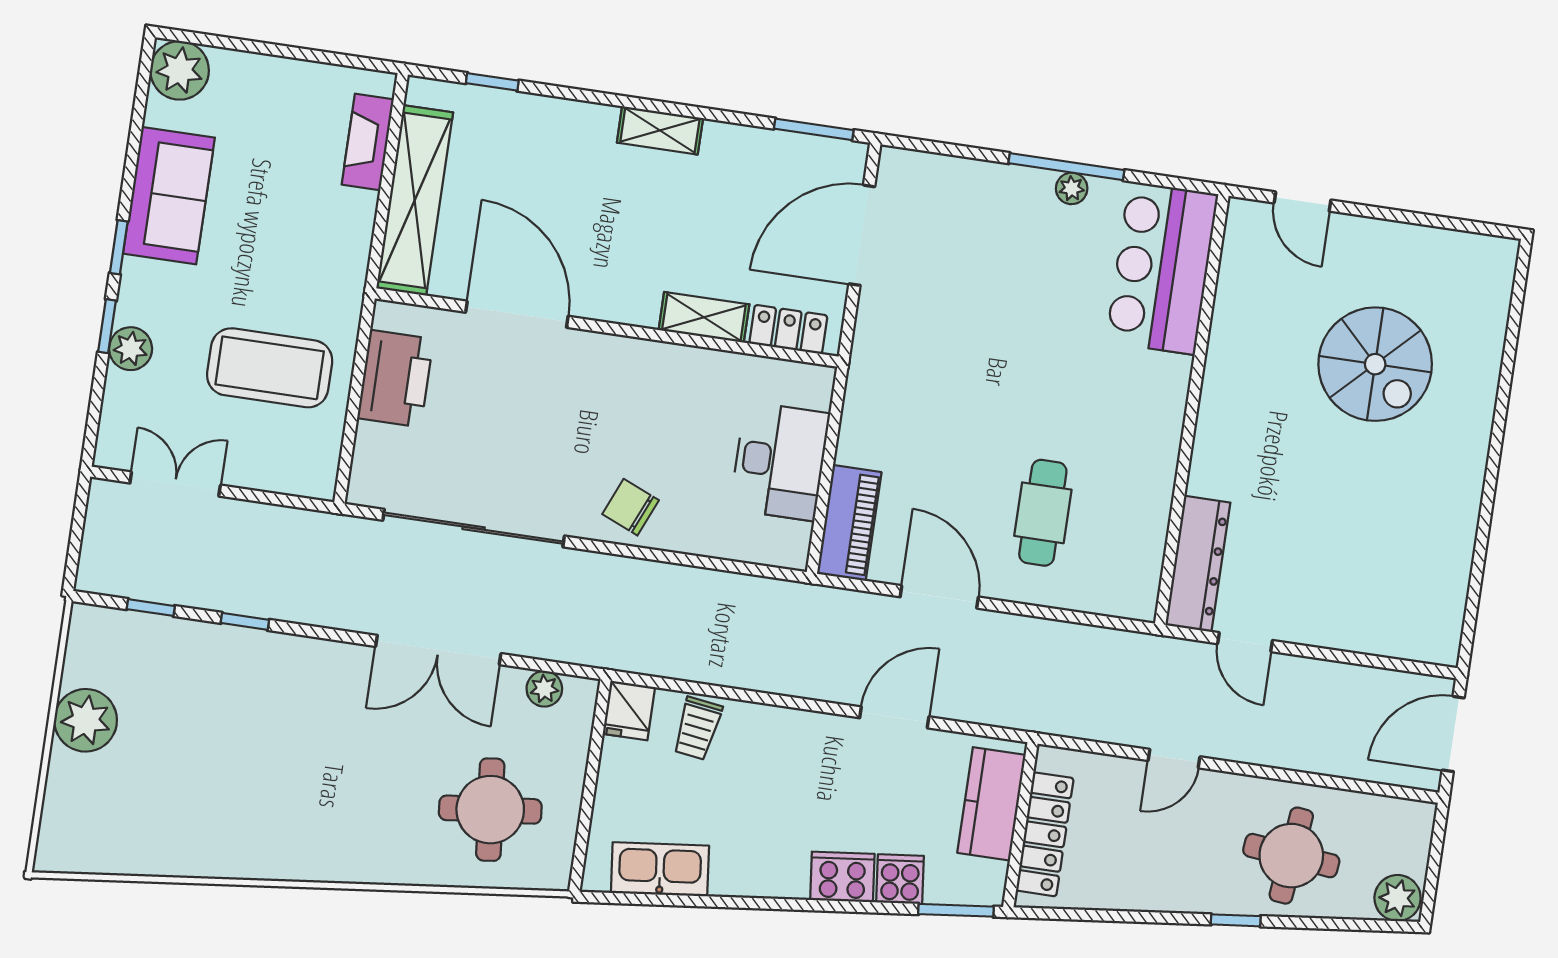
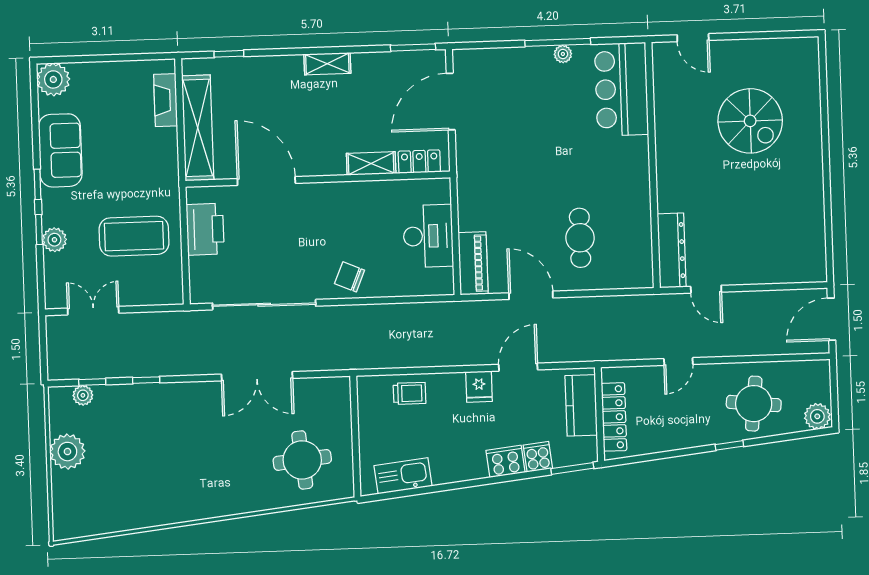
plant: (544, 689) -> (83, 395), moved
fridge: (629, 710) -> (479, 387), moved
trolley: (697, 728) -> (409, 393), turned -98

